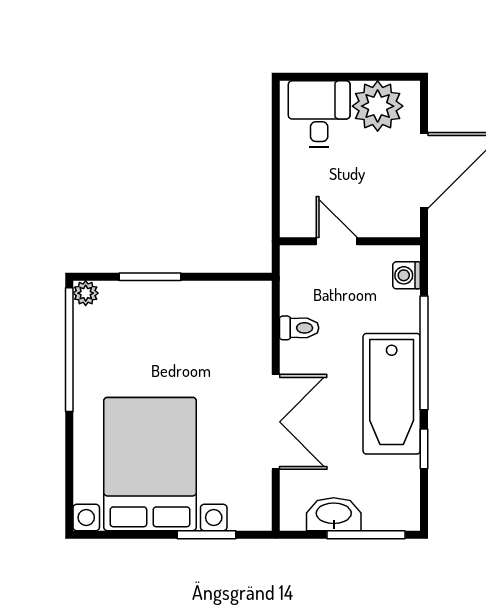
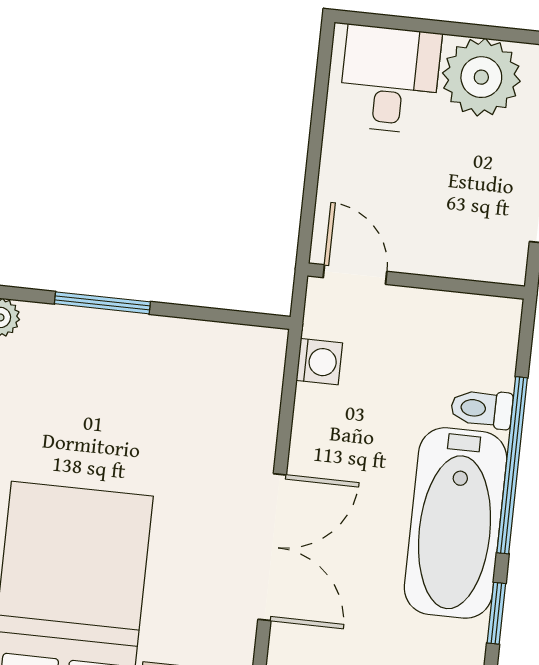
door: (337, 241) -> (355, 275), moved
washing machine: (406, 275) -> (319, 362), moved, turned 180
toilet: (299, 328) -> (482, 409), moved, turned 180

